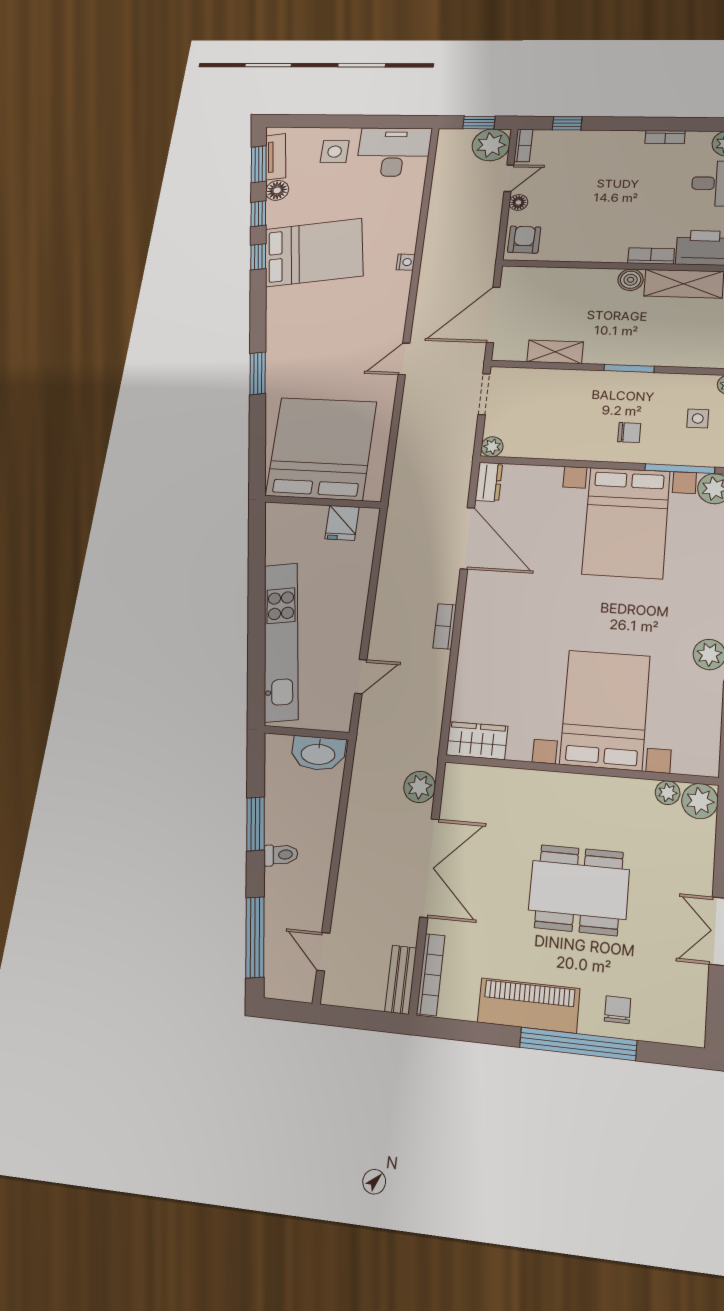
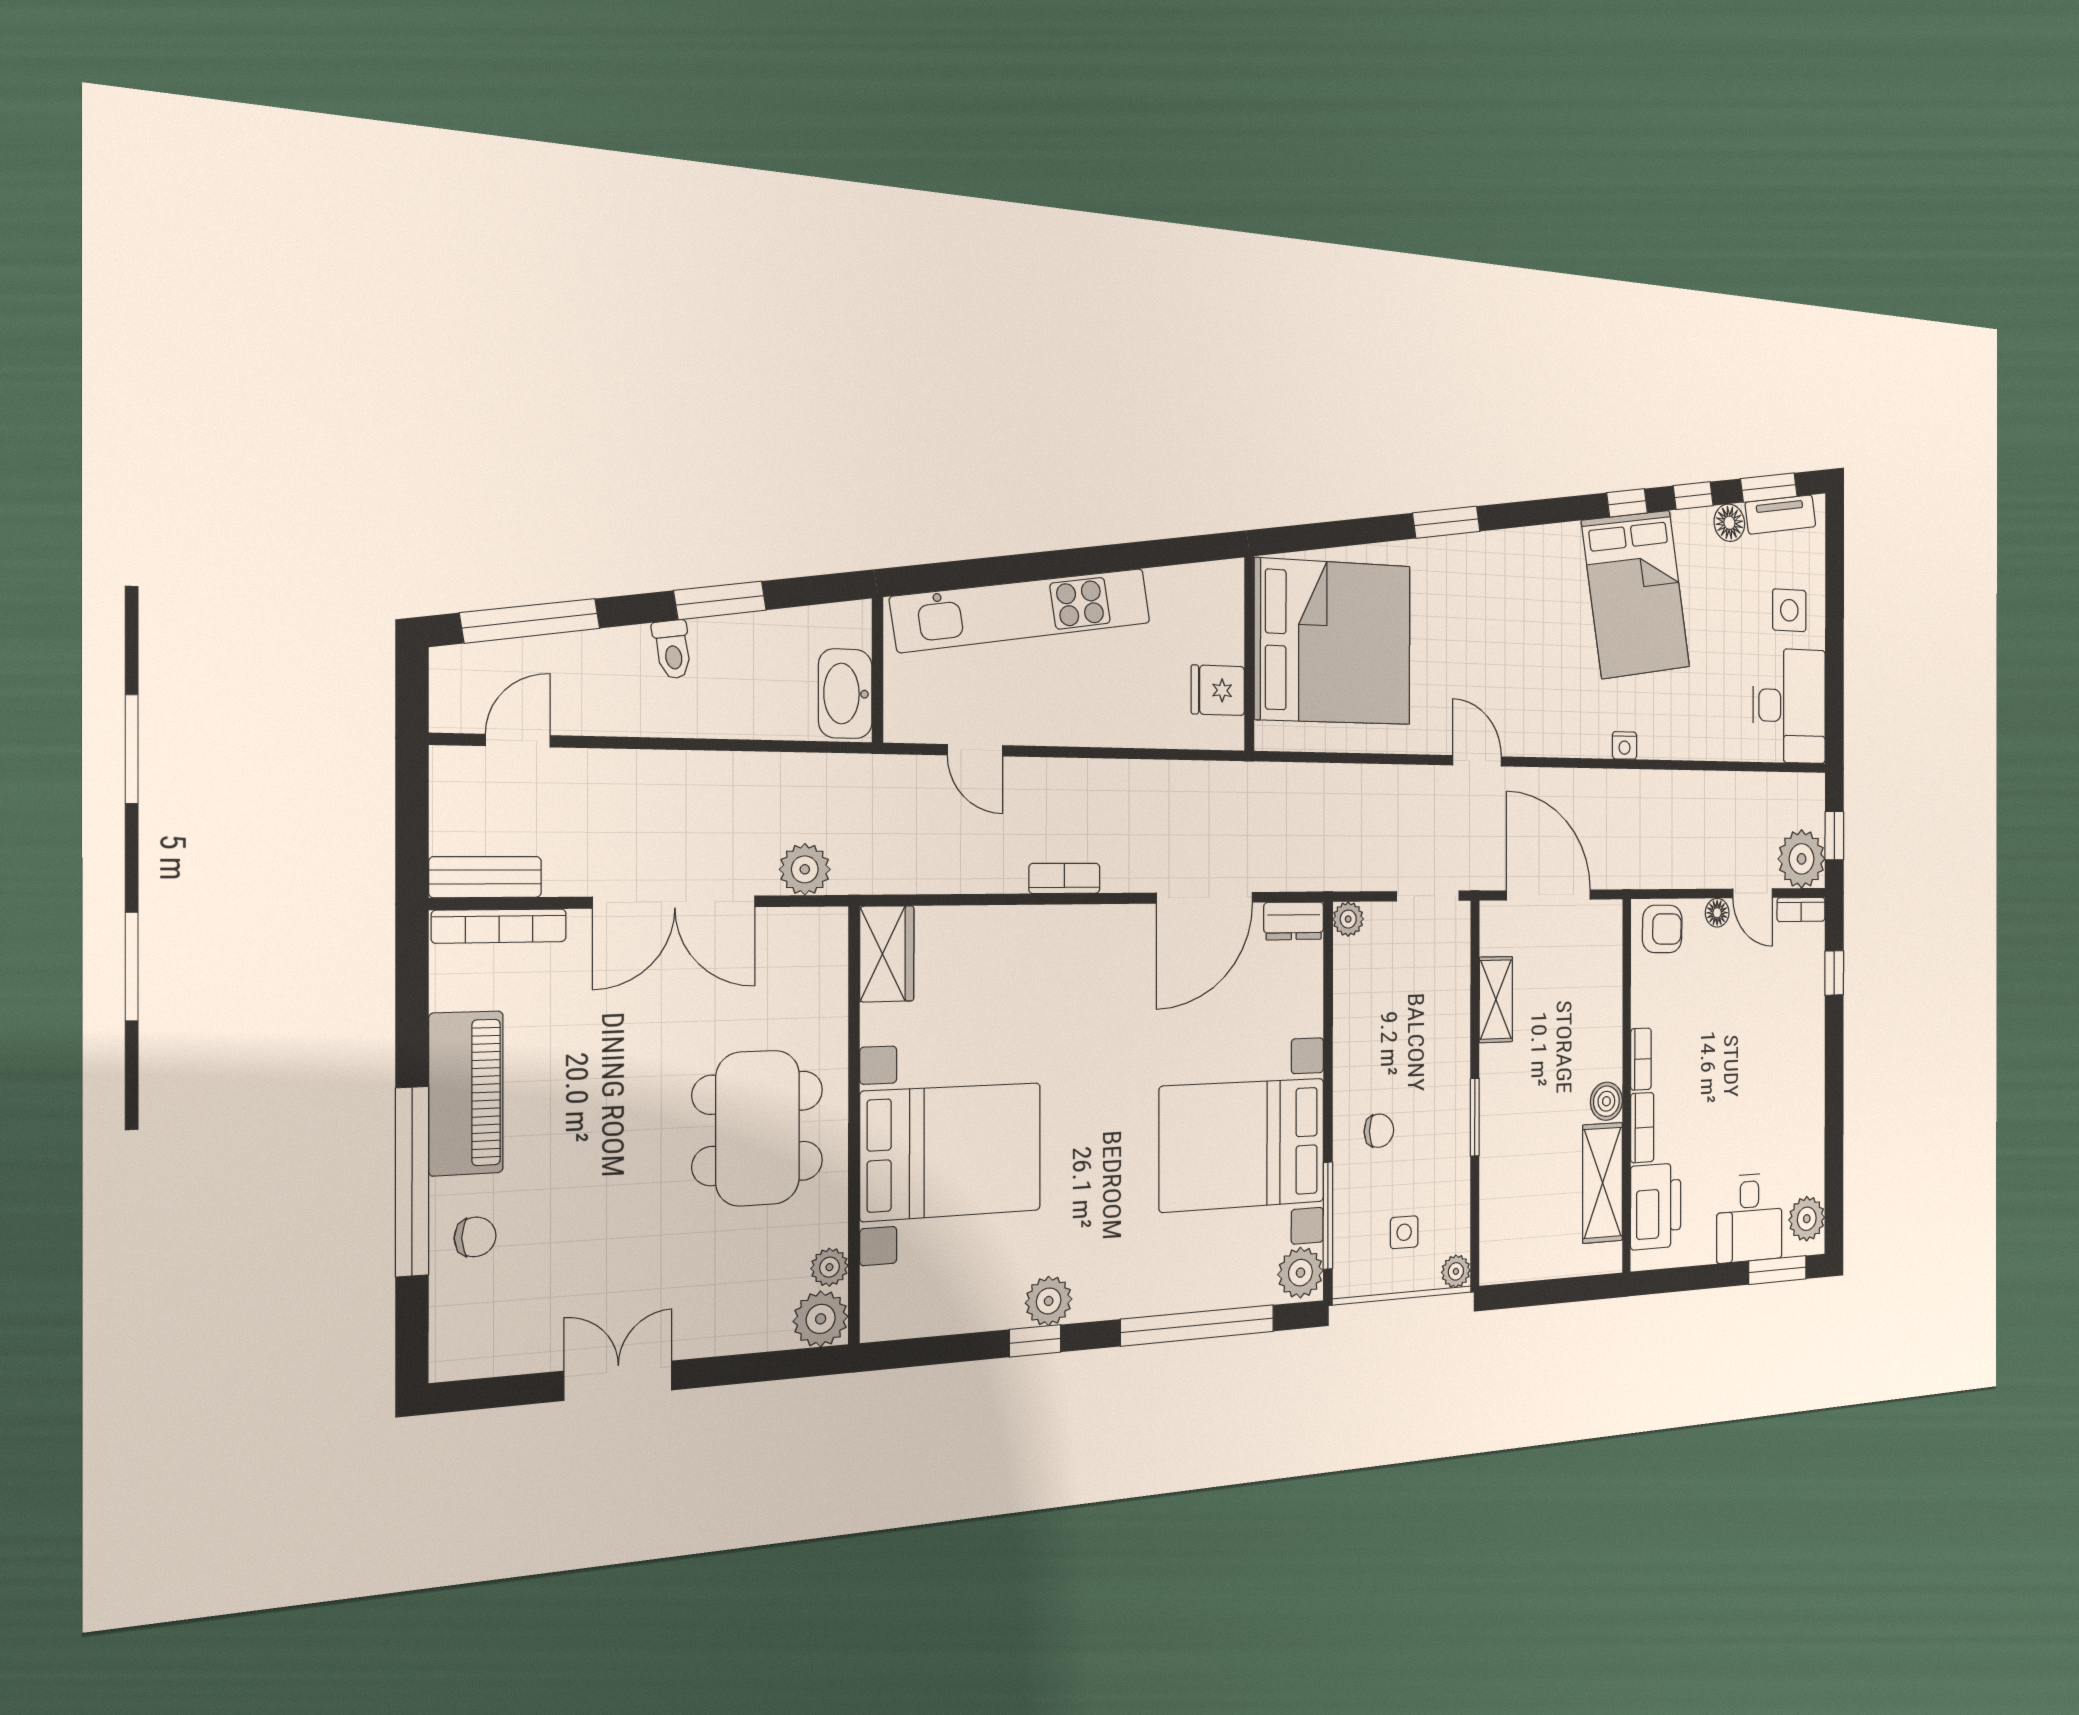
bookcase: (665, 137) -> (1641, 1059), moved, turned 180
chair: (629, 433) -> (1379, 1131), turned -90
dining table: (579, 890) -> (758, 1128), moved

